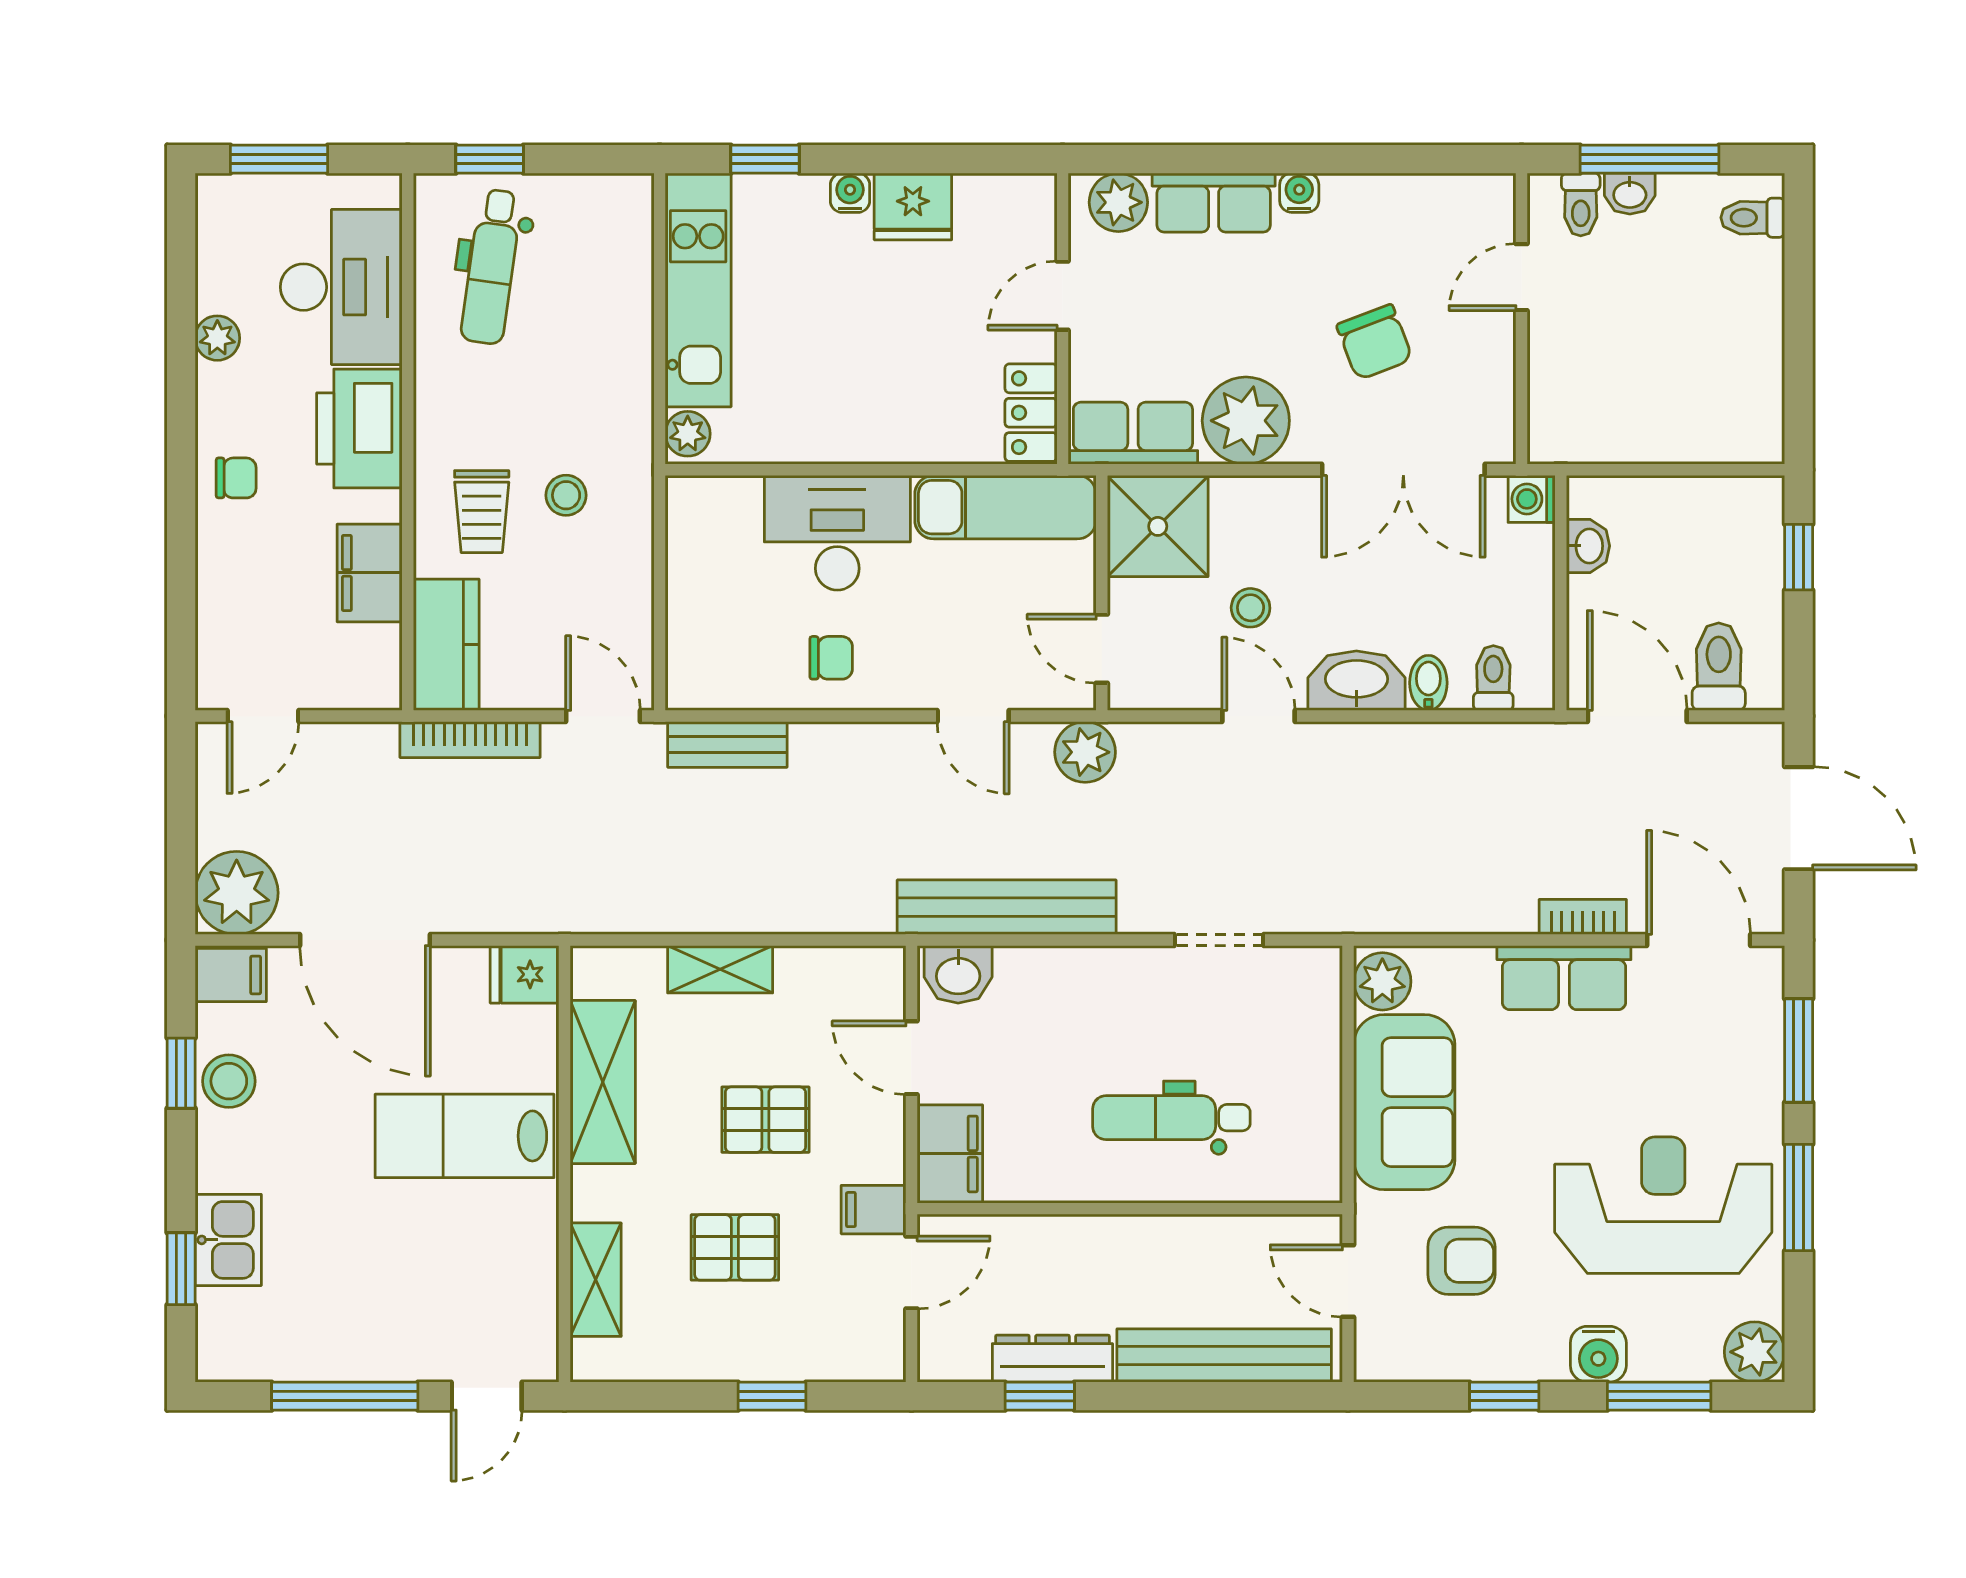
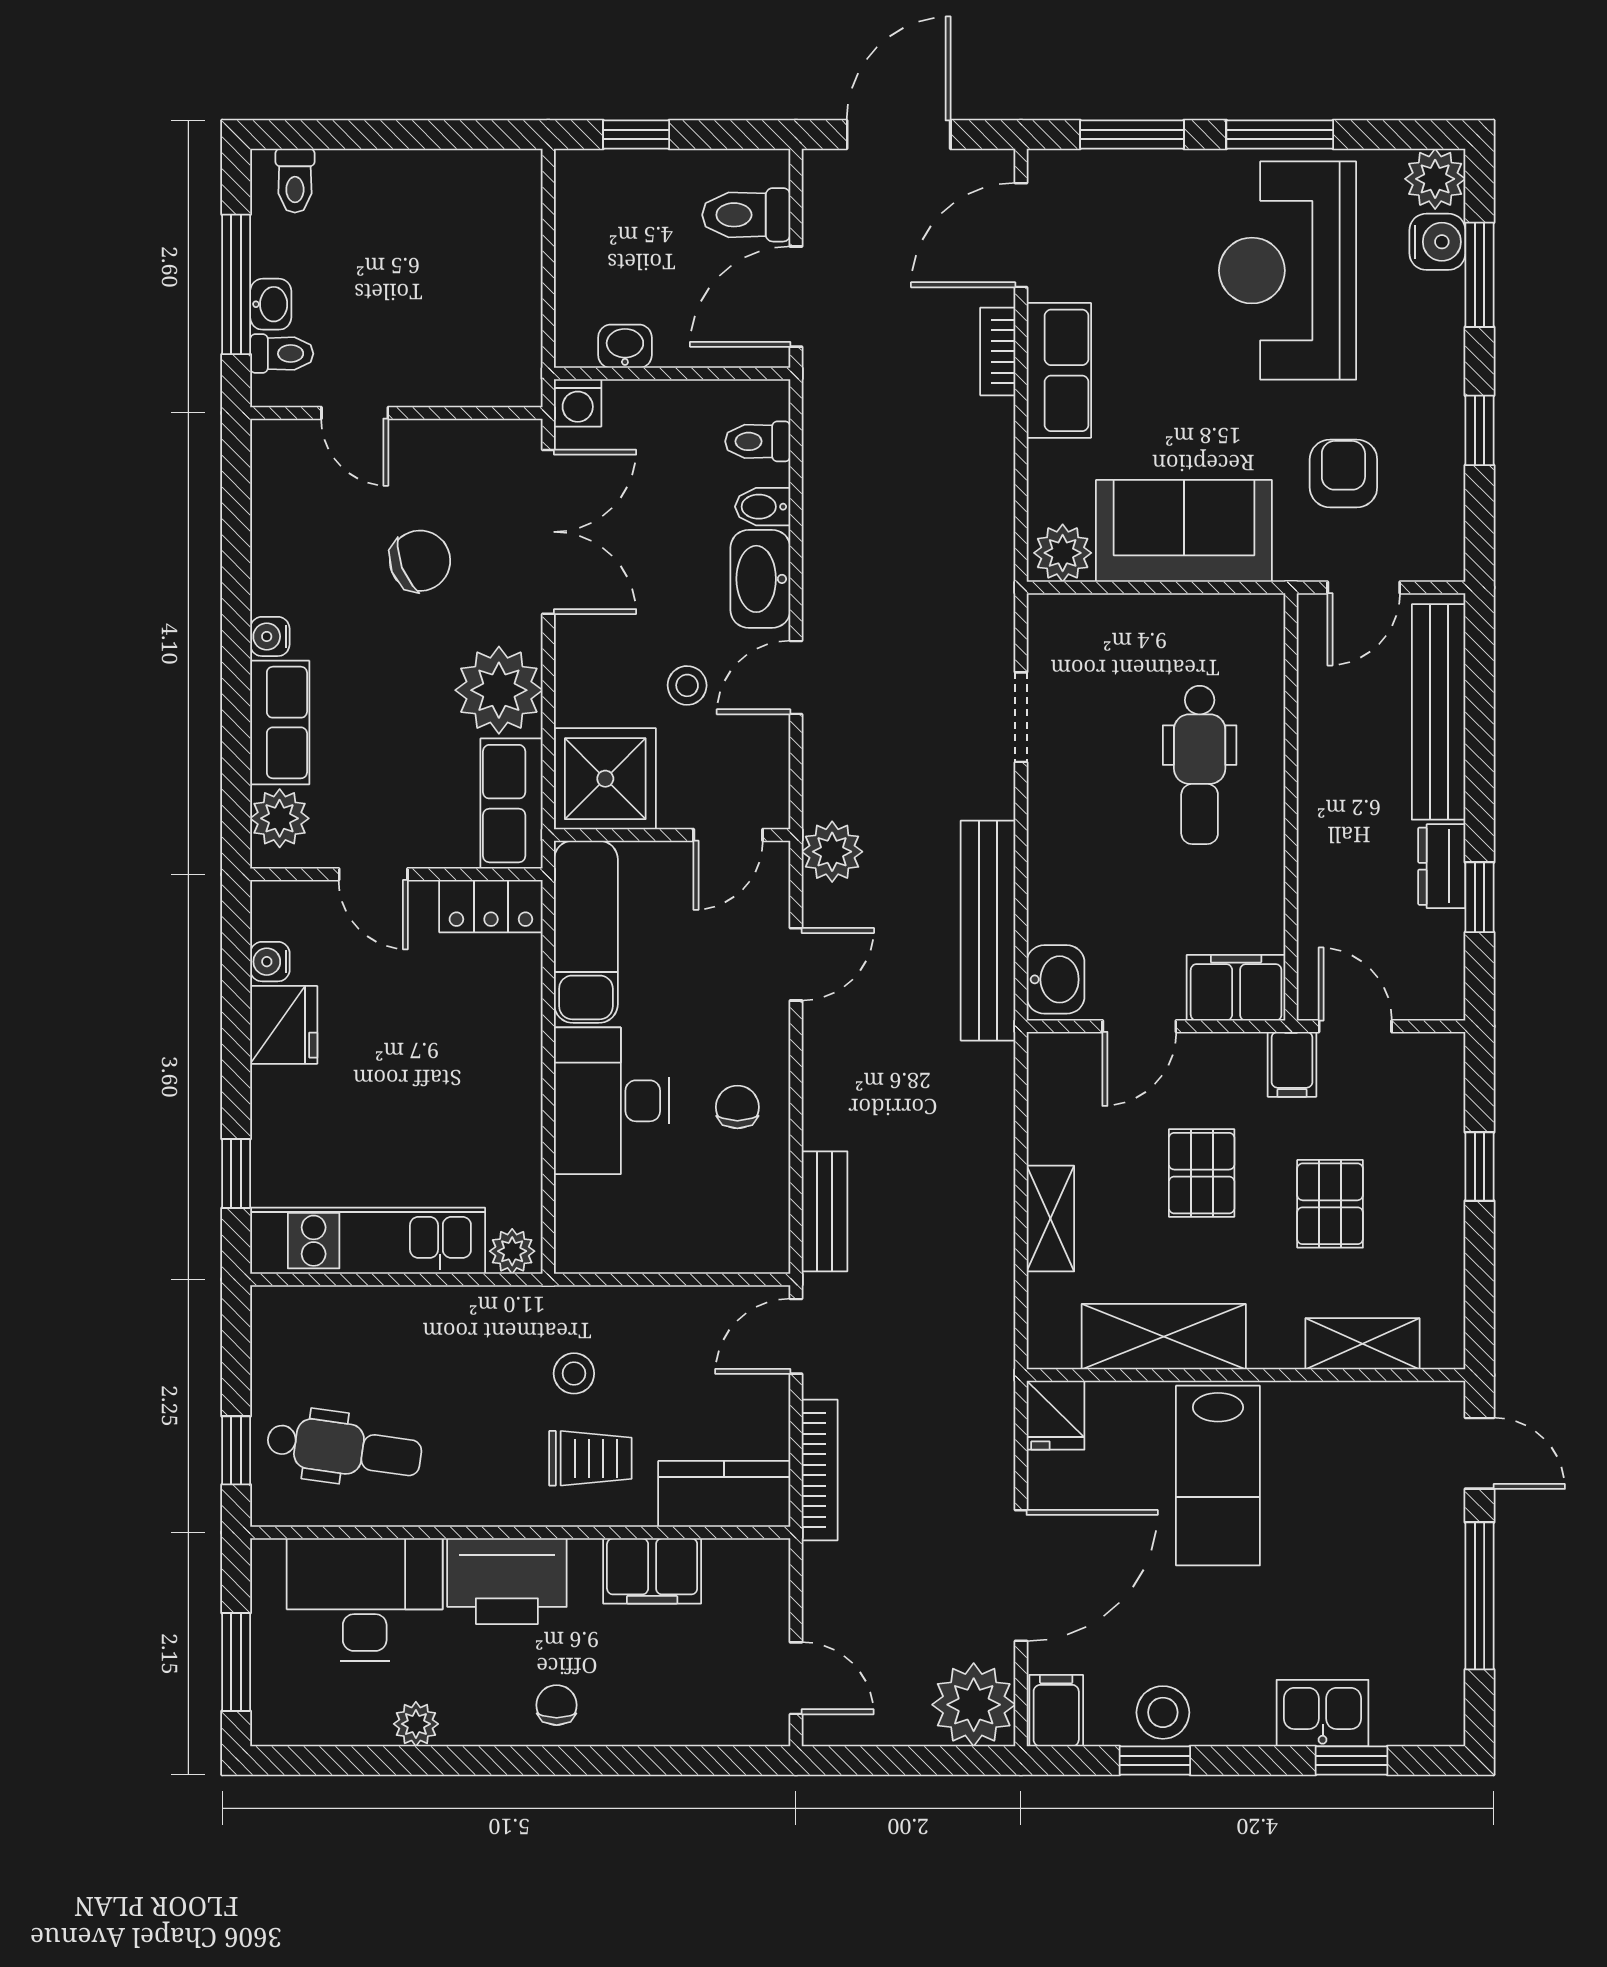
water cooler: (850, 193) -> (270, 962), moved
water cooler: (1598, 1354) -> (1437, 242), moved
dresser: (1052, 1359) -> (1442, 866), width x0.70

